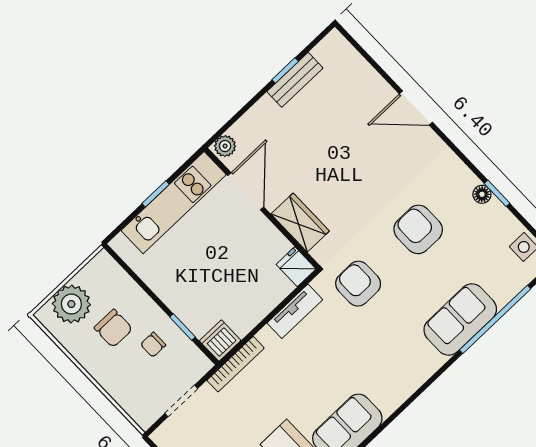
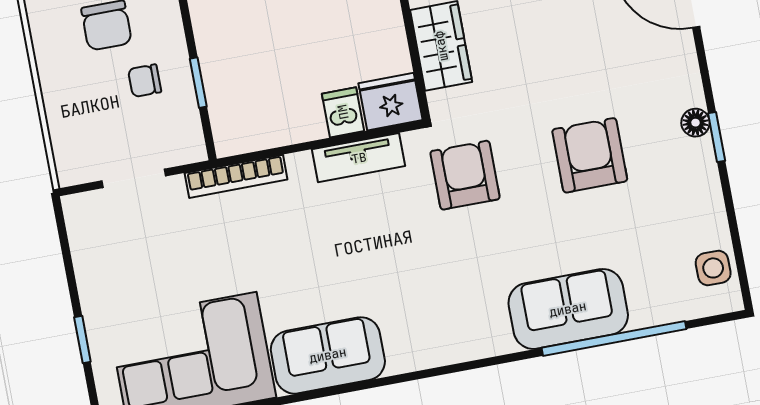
window: (497, 193) -> (717, 137), moved
floor lamp: (482, 194) -> (695, 123), moved
fridge: (296, 267) -> (390, 102), width x1.38
dishwasher: (220, 341) -> (343, 112), moved, width x0.73

